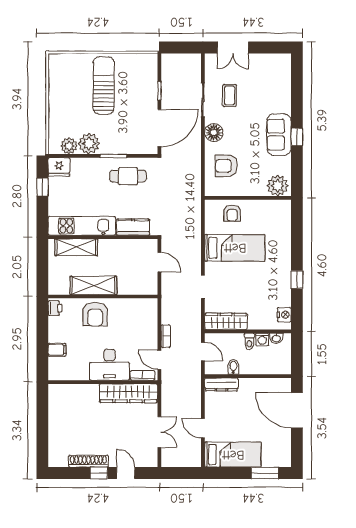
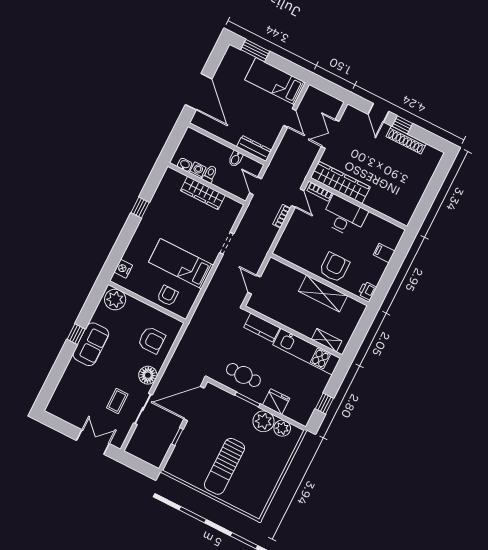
fridge: (59, 167) -> (276, 402), moved
shelving: (76, 247) -> (327, 340), width x0.67, depth x0.75
nightstand: (284, 315) -> (123, 269), moved
wardrobe: (226, 321) -> (203, 193), moved

